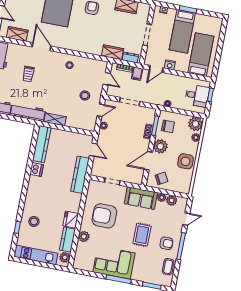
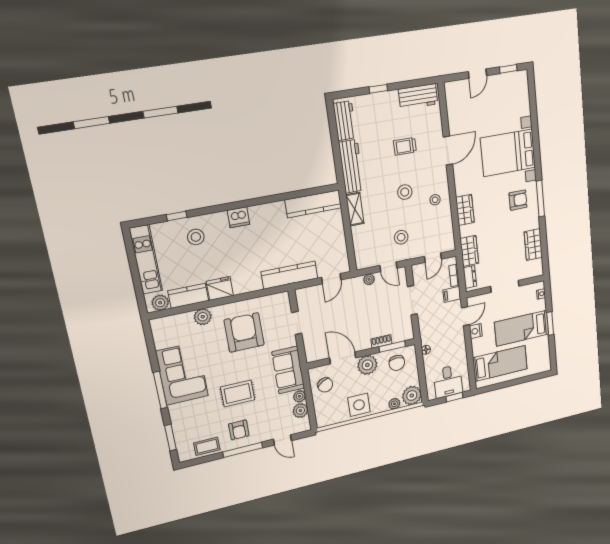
wardrobe: (17, 34) -> (465, 210), moved
door: (156, 69) -> (466, 316), swing flipped
stool: (57, 84) -> (405, 192), added
dishwasher: (37, 170) -> (238, 217), moved

